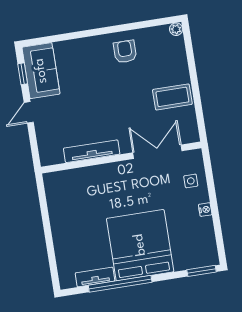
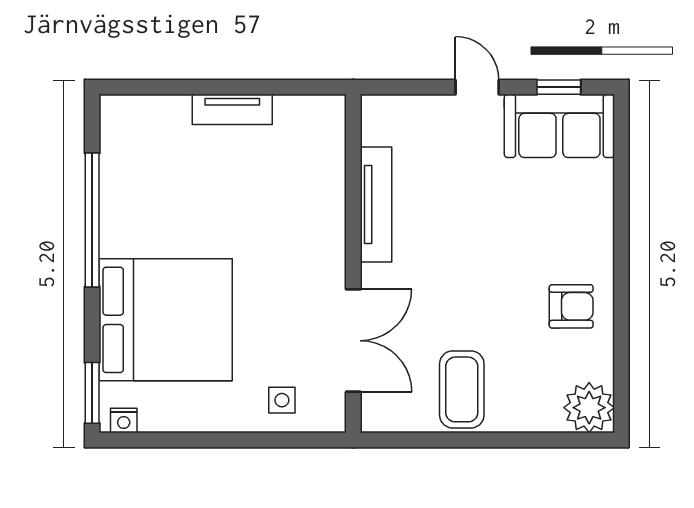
plant: (176, 29) -> (589, 408), width x1.87, depth x1.87
nightstand: (205, 210) -> (124, 420), moved
bed: (140, 245) -> (166, 320), moved
tv unit: (95, 277) -> (232, 109), moved, turned 90

